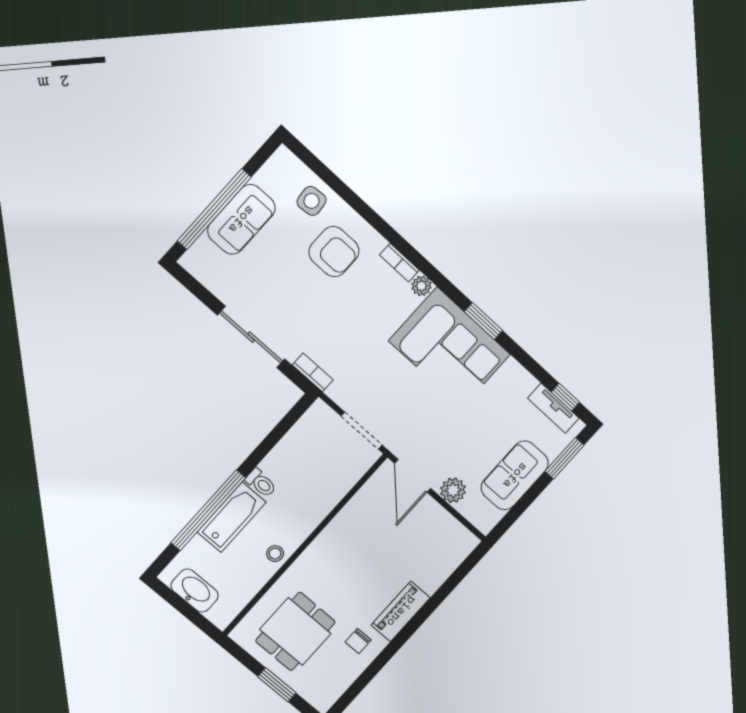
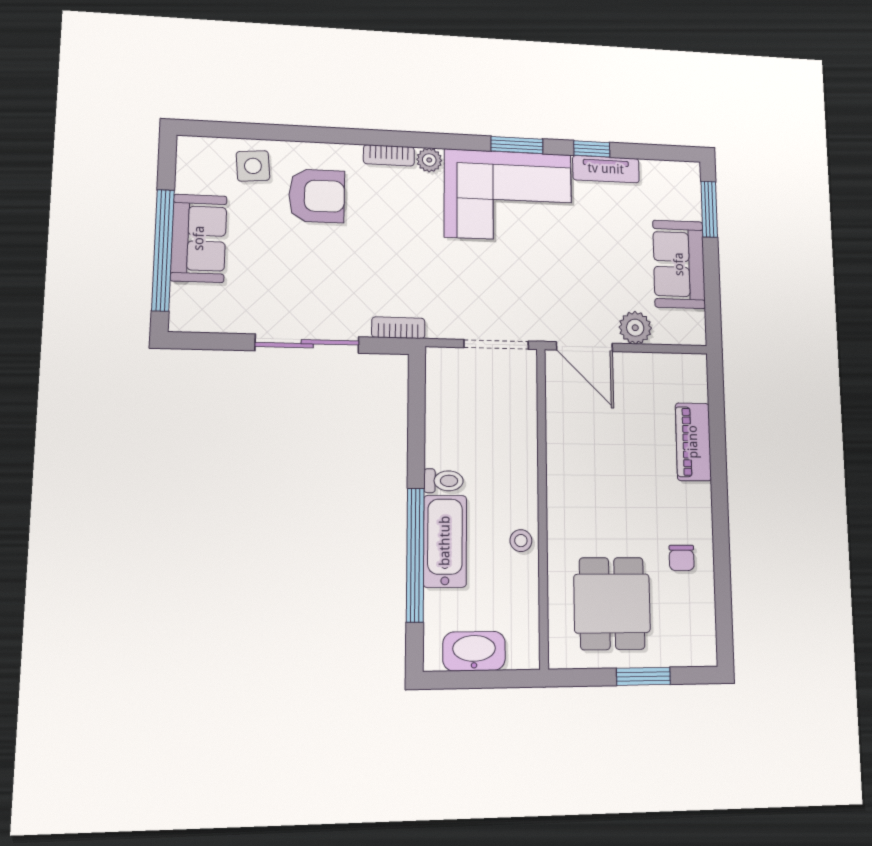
window: (565, 397) -> (592, 149), moved
tv unit: (553, 408) -> (606, 169), moved
piano: (401, 611) -> (693, 442), moved

